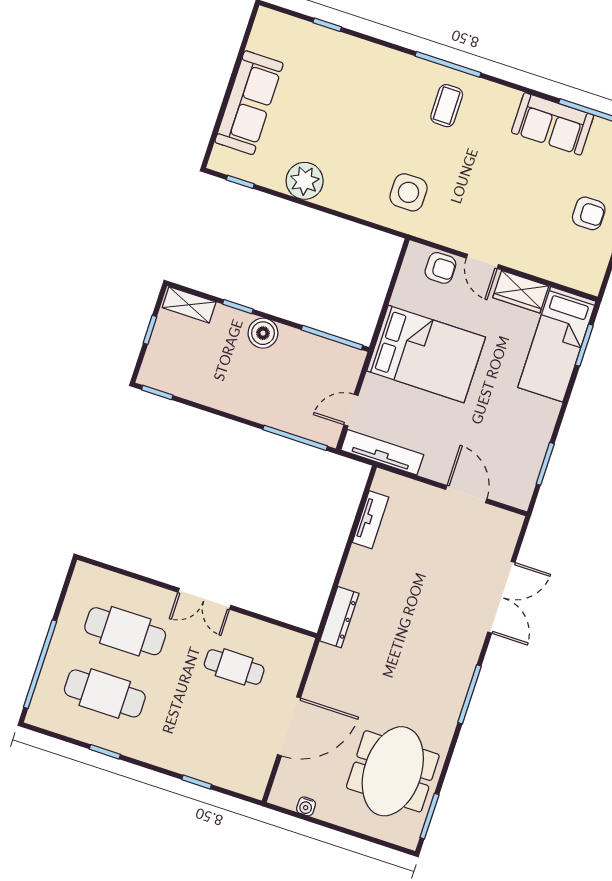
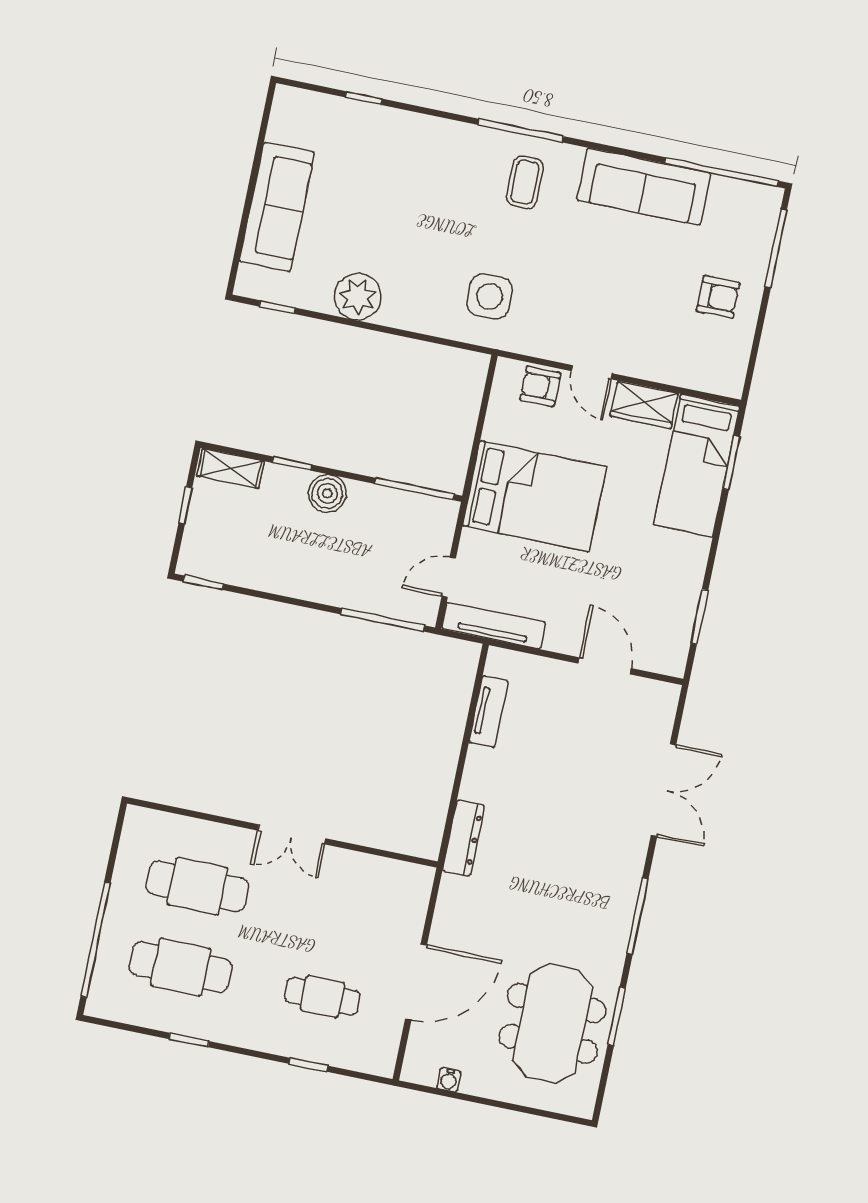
sofa: (553, 124) -> (644, 187), width x1.36
armchair: (440, 268) -> (540, 386), turned 180
cafe table: (234, 667) -> (322, 996), moved
window: (429, 816) -> (617, 1016), moved

